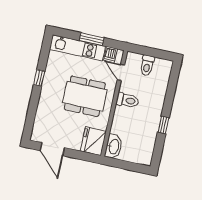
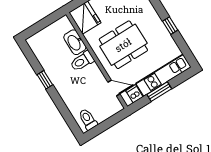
toilet: (147, 65) -> (88, 119), moved
toilet: (127, 100) -> (82, 61), moved
washbasin: (114, 147) -> (75, 42), moved

